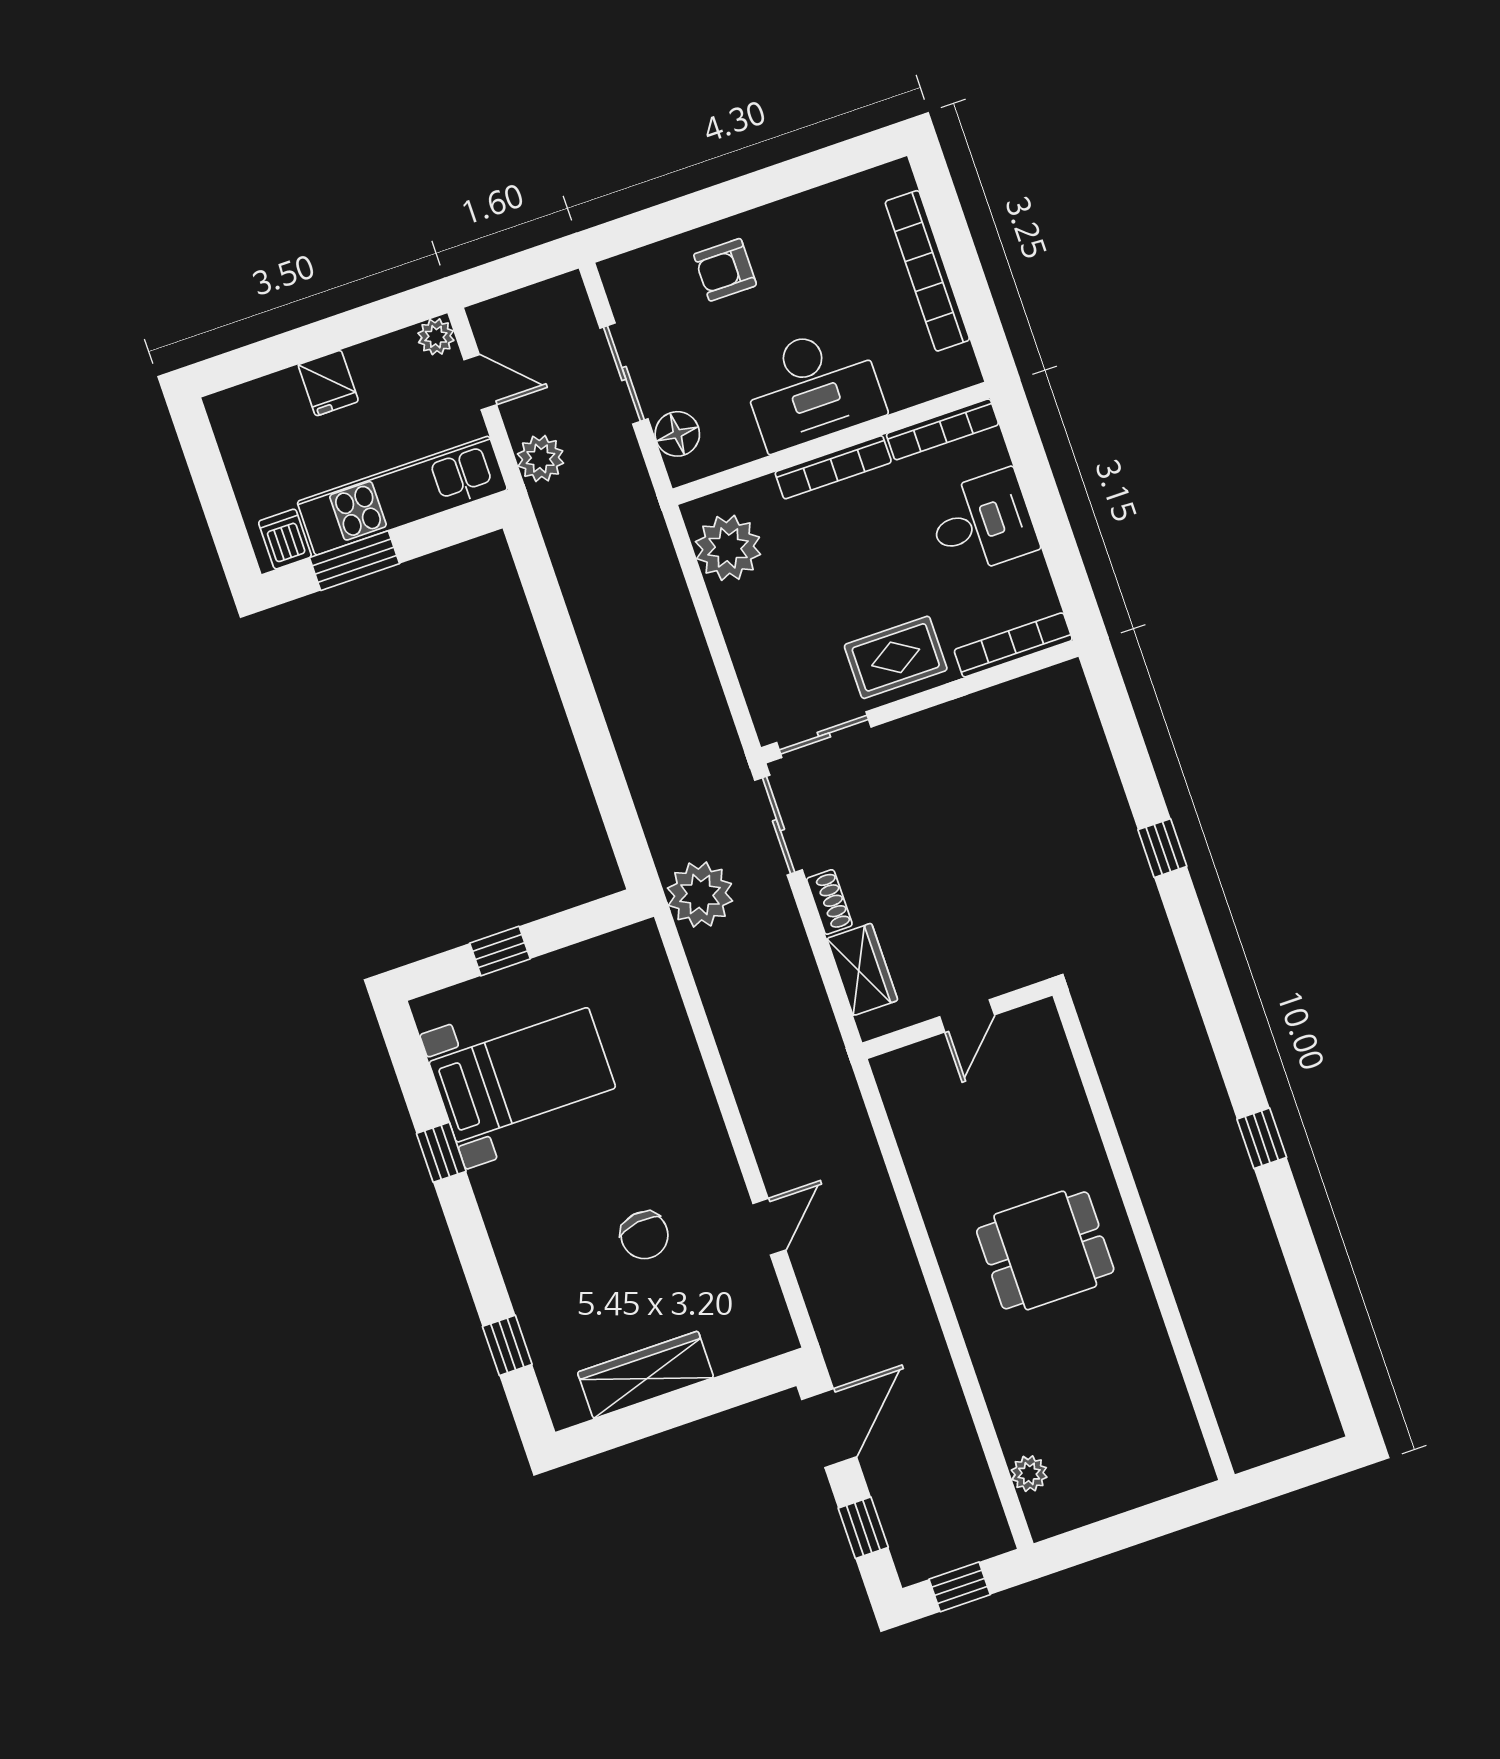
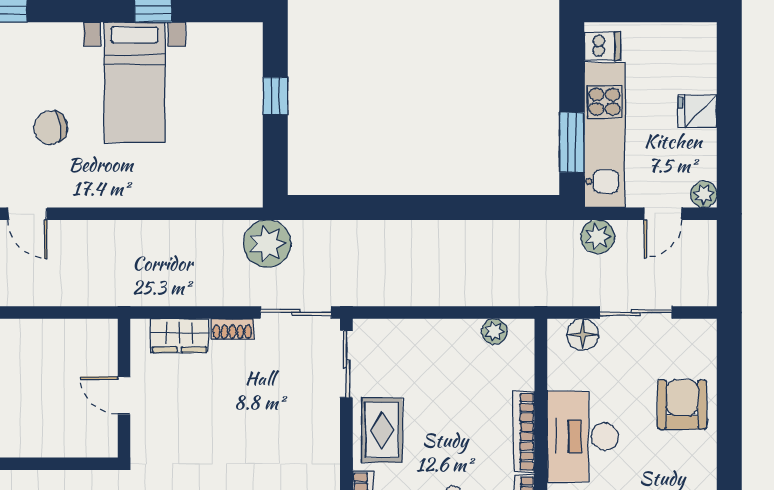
armchair: (725, 270) -> (682, 404), width x1.38, depth x1.38
plant: (728, 548) -> (494, 331), width x0.53, depth x0.53
window: (355, 561) -> (572, 142), moved
bed with nightstands: (522, 1075) -> (135, 82), moved

